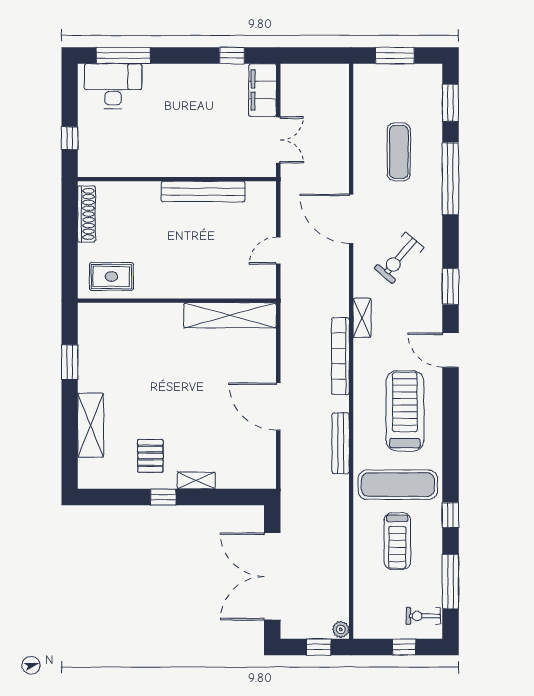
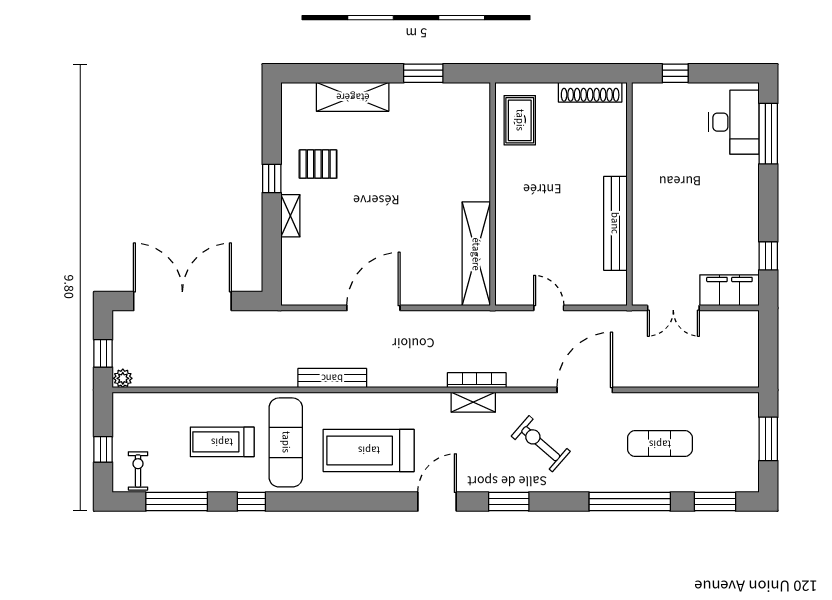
bookcase: (340, 356) -> (477, 380), moved, width x0.68, depth x0.76
treadmill: (405, 411) -> (369, 450), turned 180

